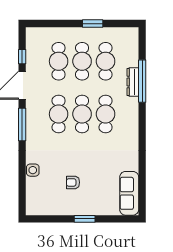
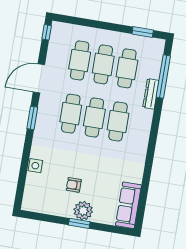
window: (93, 24) -> (143, 32), moved
window: (22, 57) -> (47, 32), moved
window: (142, 81) -> (163, 77), moved
window: (22, 124) -> (32, 118), width x0.69
plant: (86, 206) -> (83, 211), added

